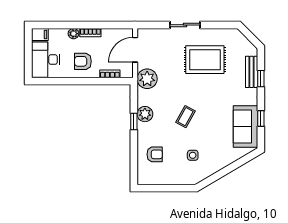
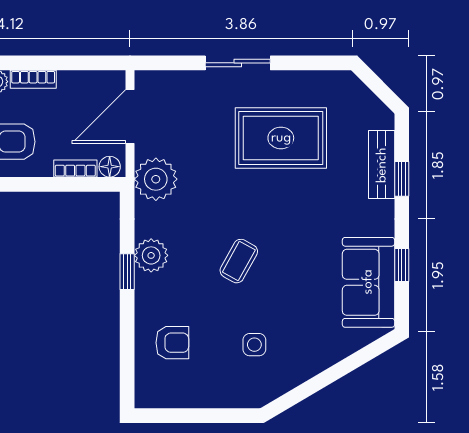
floor lamp: (126, 73) -> (110, 167), added

